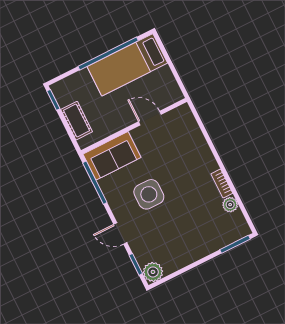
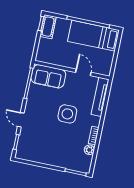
cot: (77, 121) -> (48, 27), moved
tv unit: (193, 131) -> (100, 97), added
side table: (149, 194) -> (67, 114), moved
plant: (153, 272) -> (22, 153), removed

